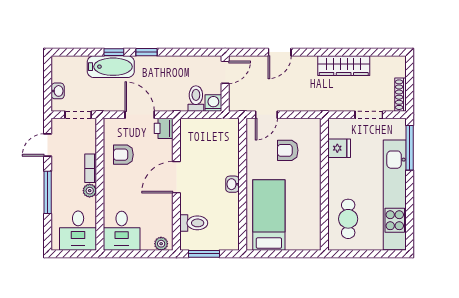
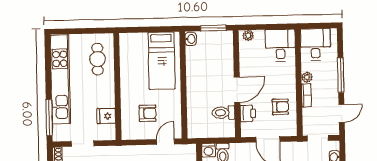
printer: (164, 128) -> (248, 113), moved
washbasin: (232, 184) -> (191, 39), moved
toilet: (194, 223) -> (224, 113), moved

